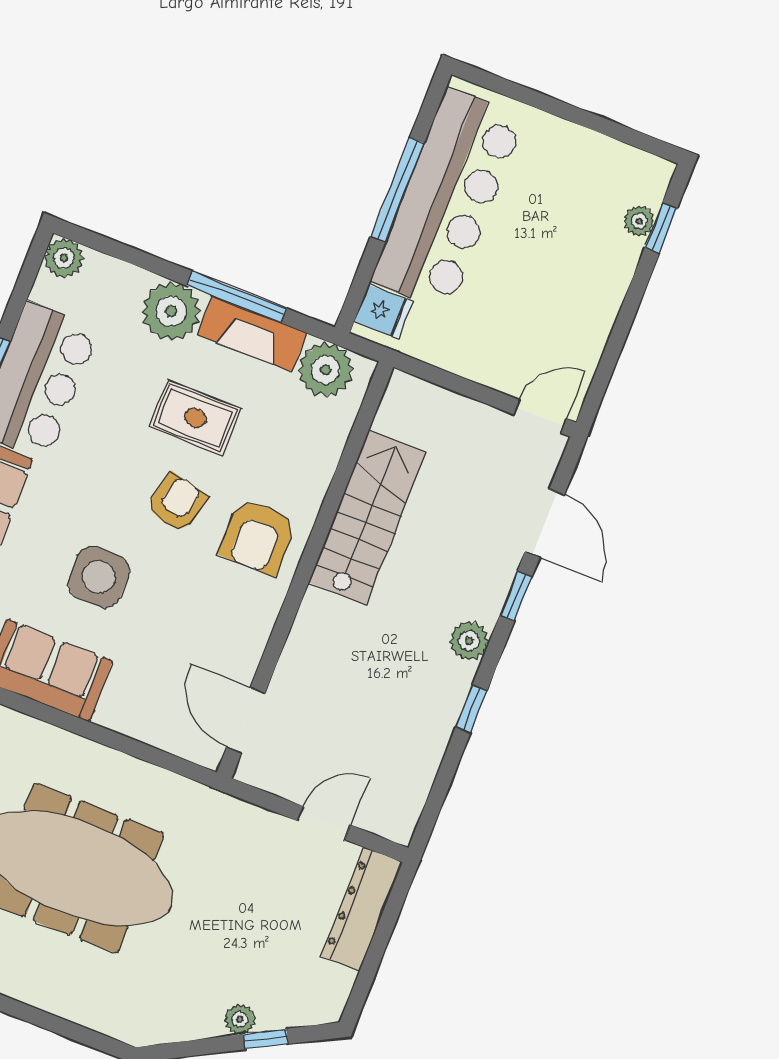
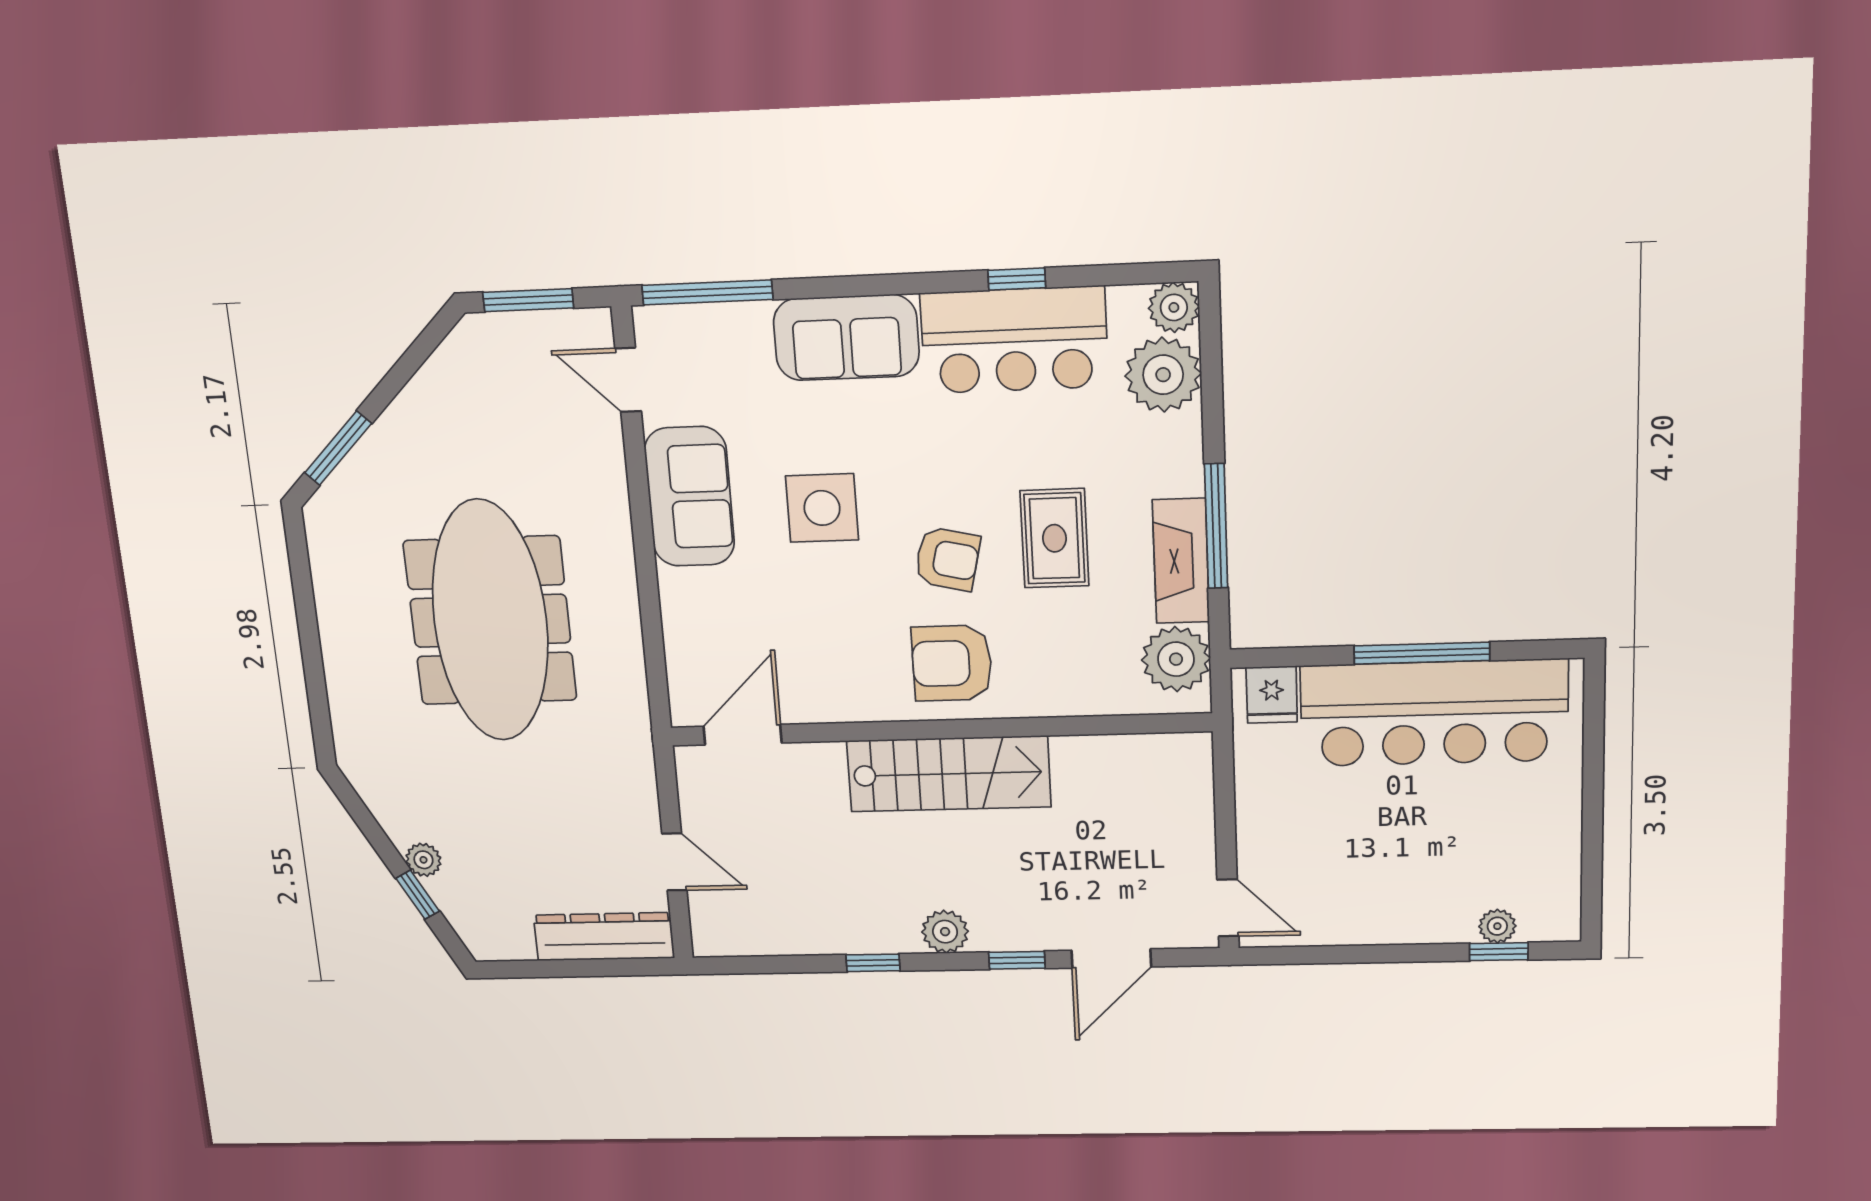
plant: (171, 311) -> (1163, 375), moved
stairs: (367, 517) -> (949, 774), moved

